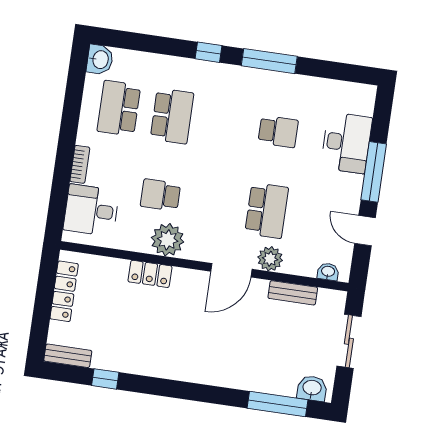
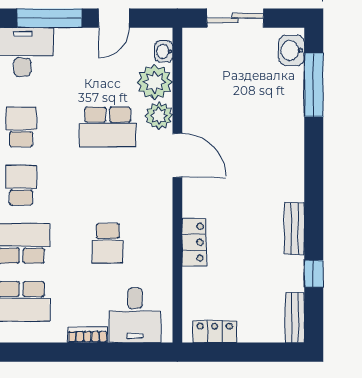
school desk: (225, 124) -> (21, 185), added
school desk: (267, 211) -> (108, 127), turned 180
plant: (168, 240) -> (155, 82), moved
locker: (64, 291) -> (215, 332), width x0.66
bench: (293, 293) -> (294, 229), moved

